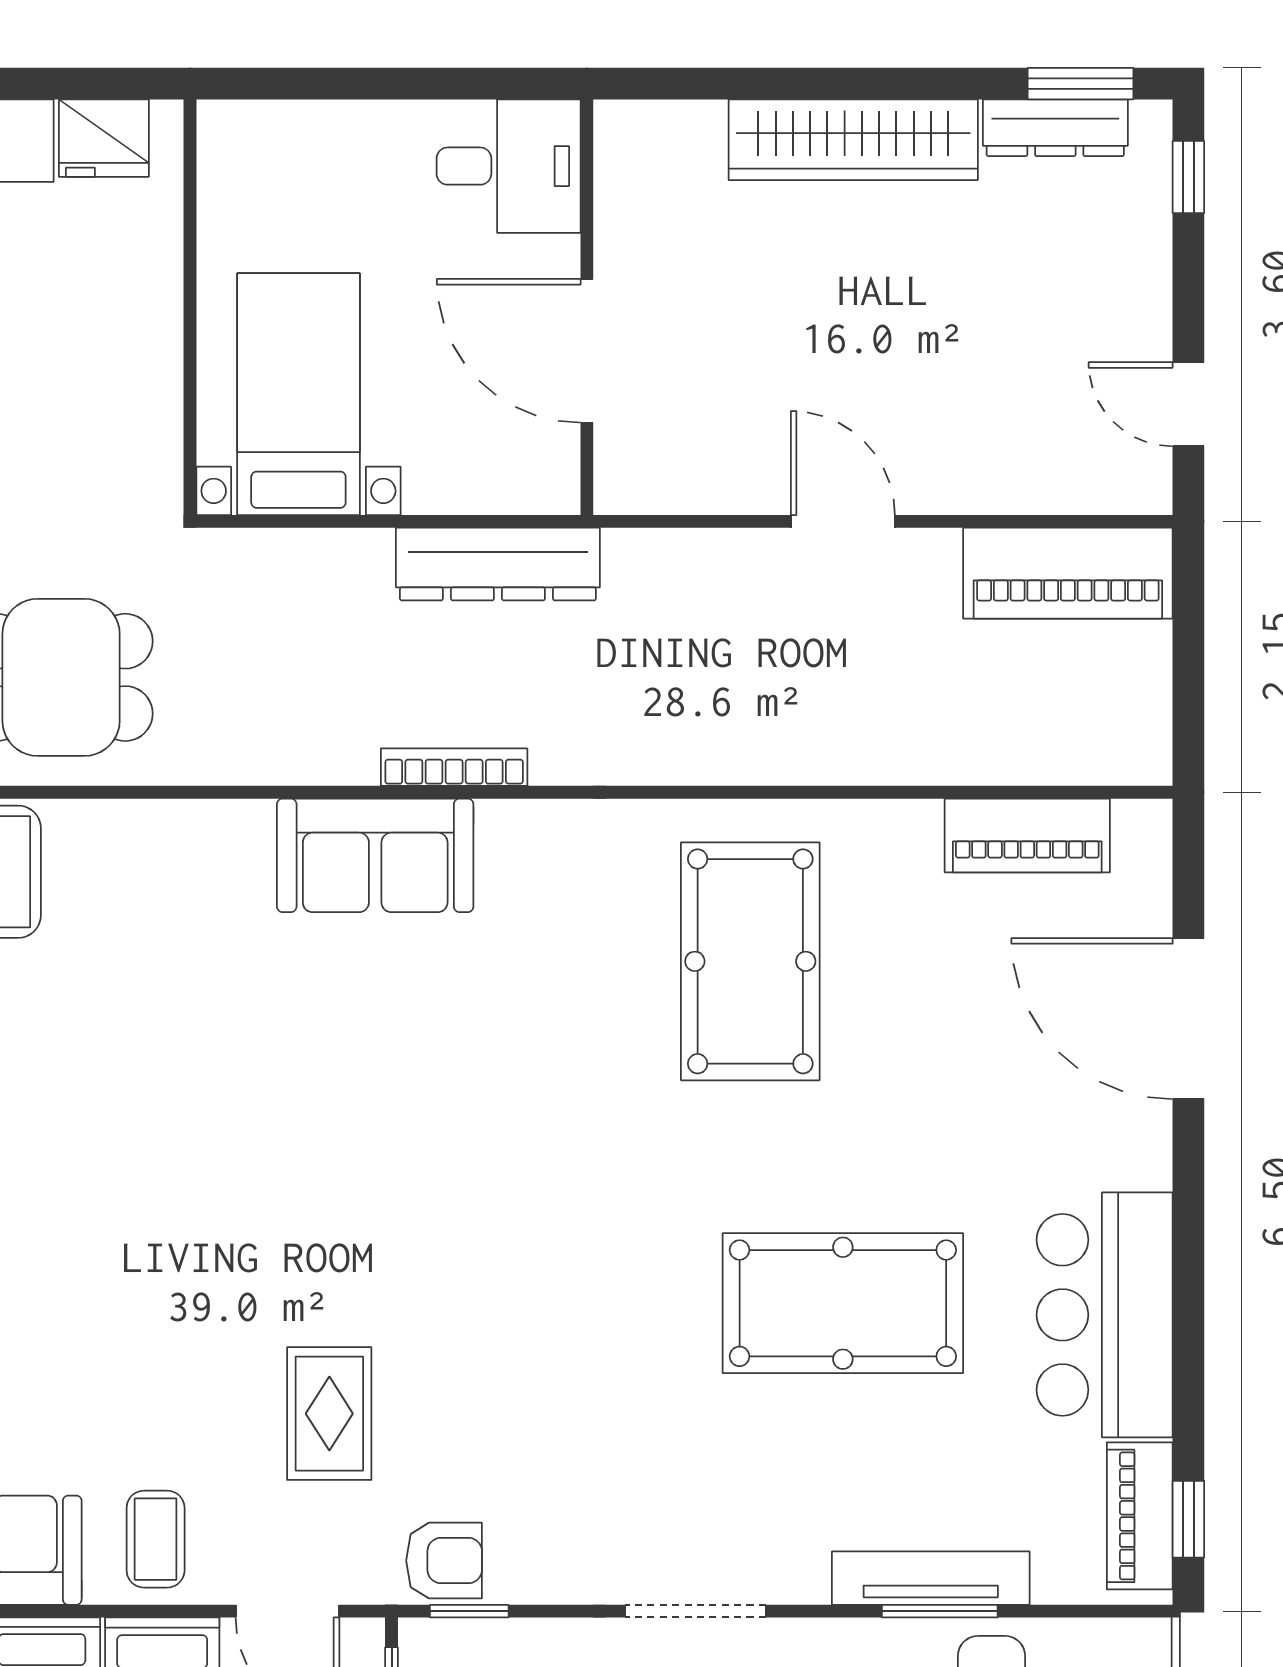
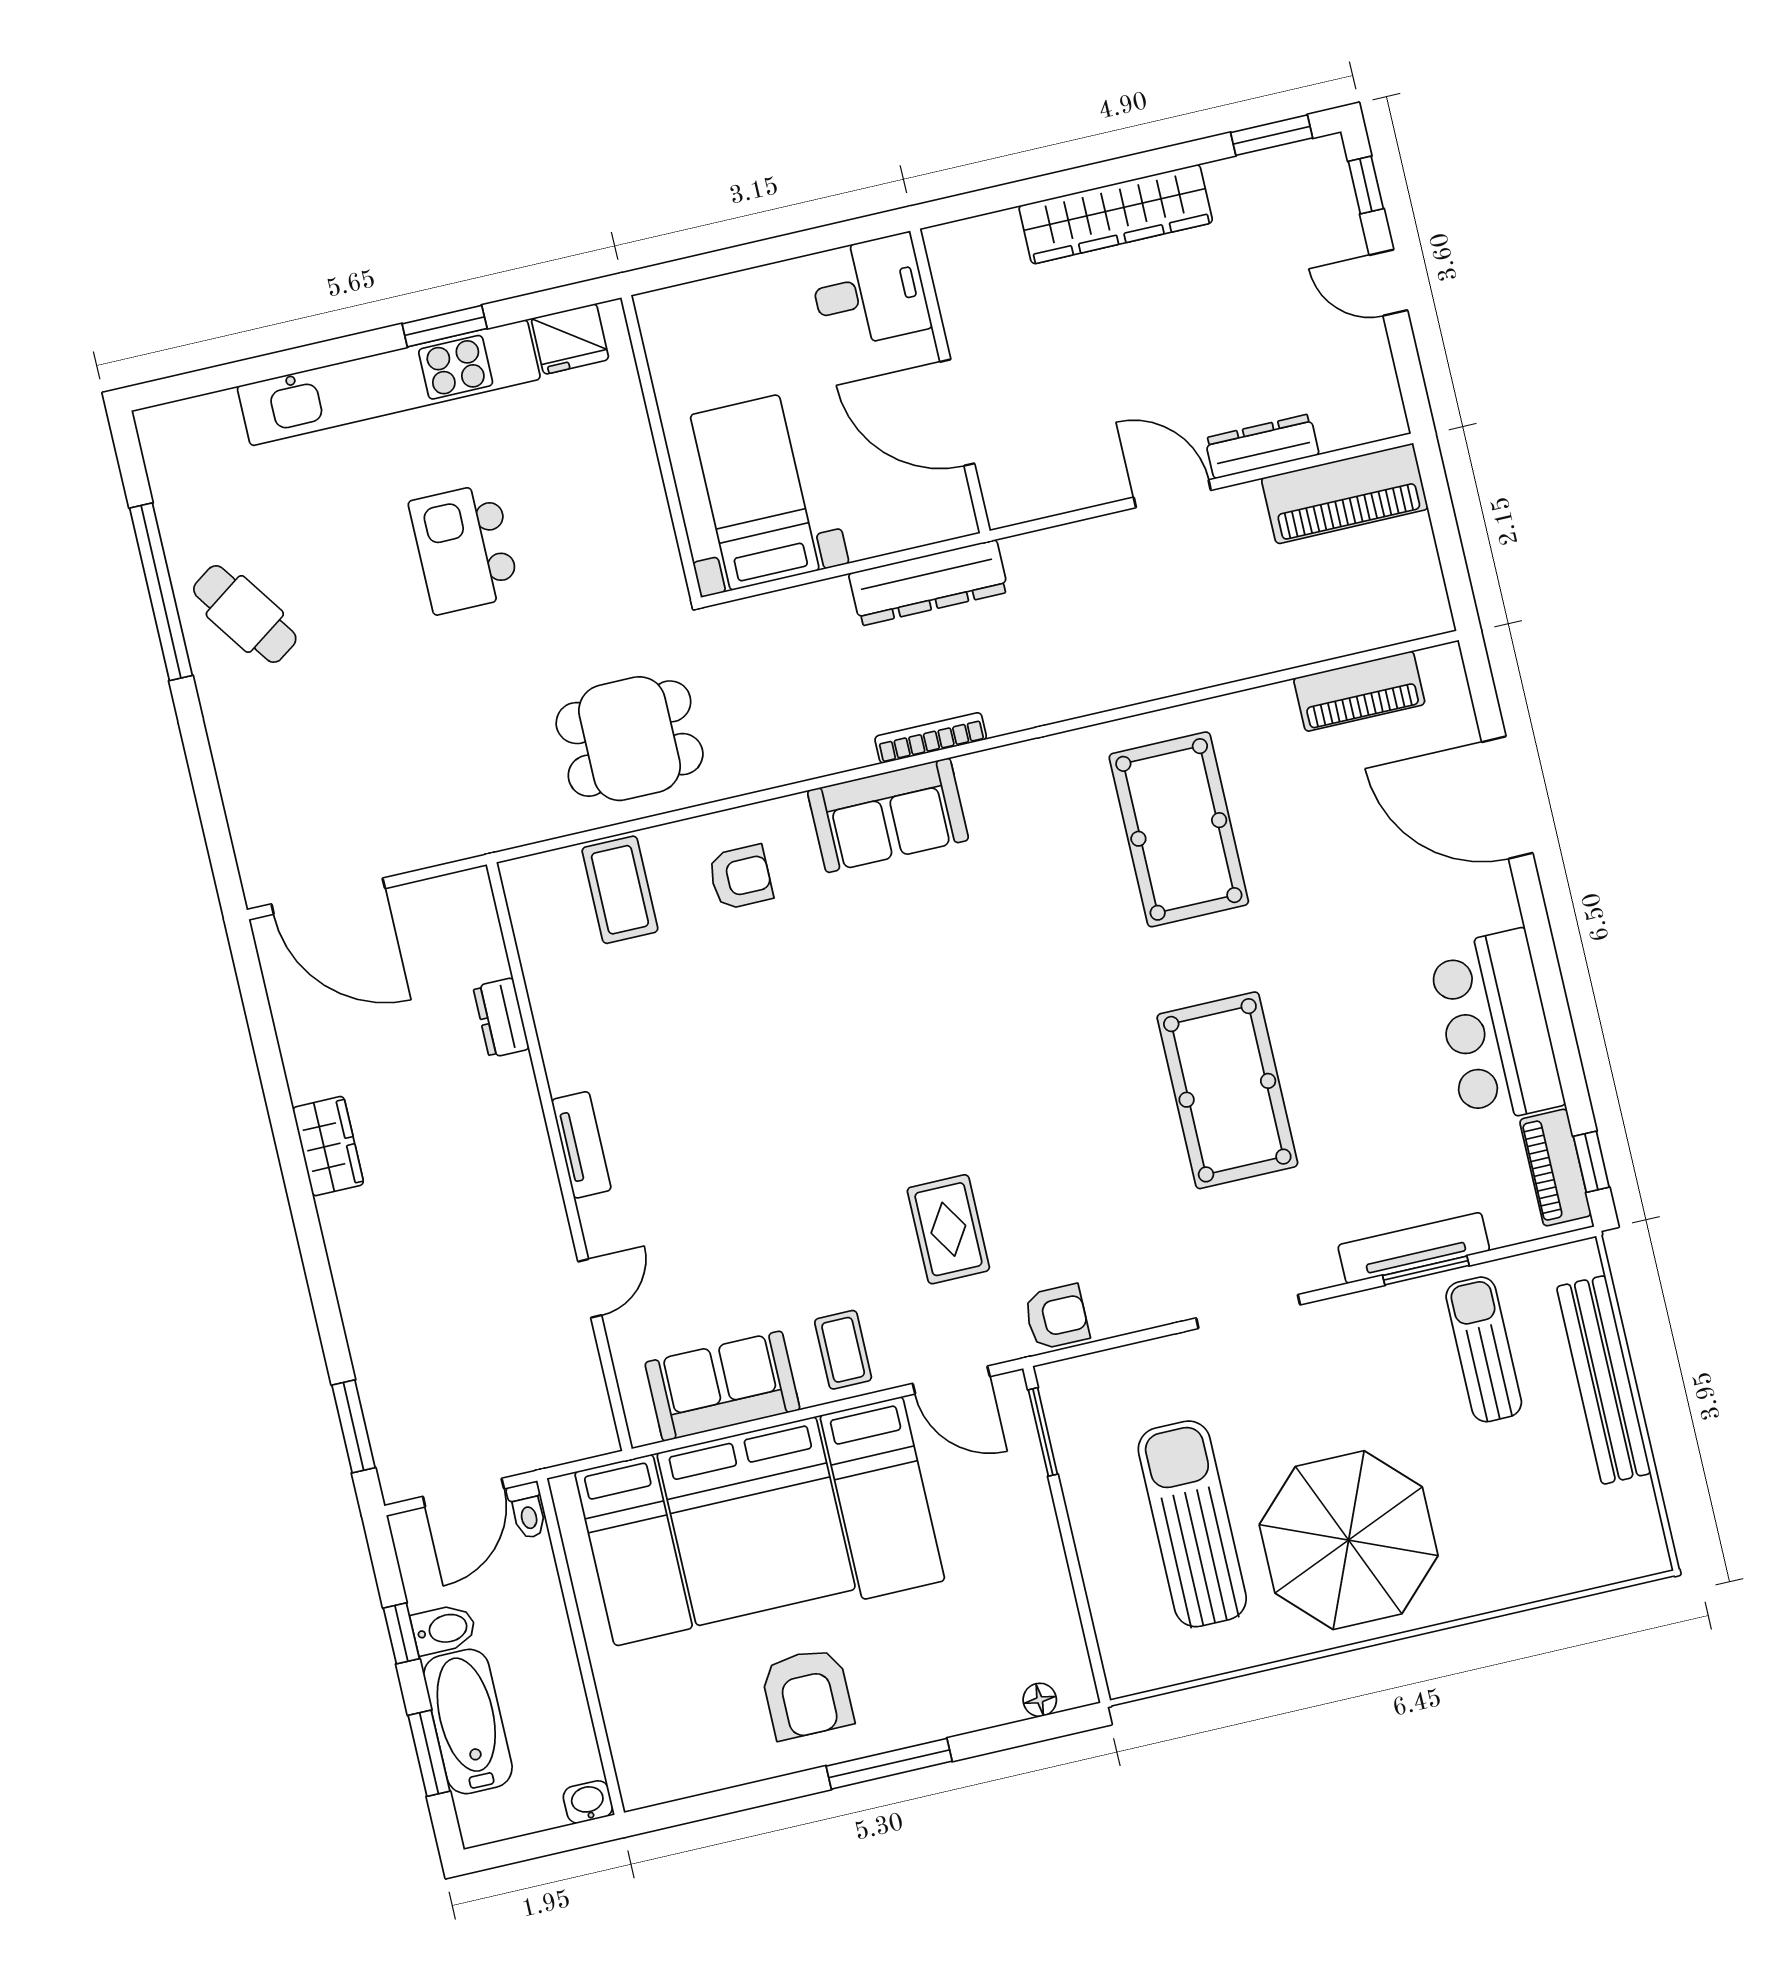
dresser: (1055, 128) -> (1262, 446), moved, turned 180
door: (1188, 404) -> (1388, 283), moved
armchair: (164, 892) -> (741, 877), added
pool table: (843, 1303) -> (1227, 1090), moved, turned 90
window: (469, 1611) -> (1083, 1349), removed

